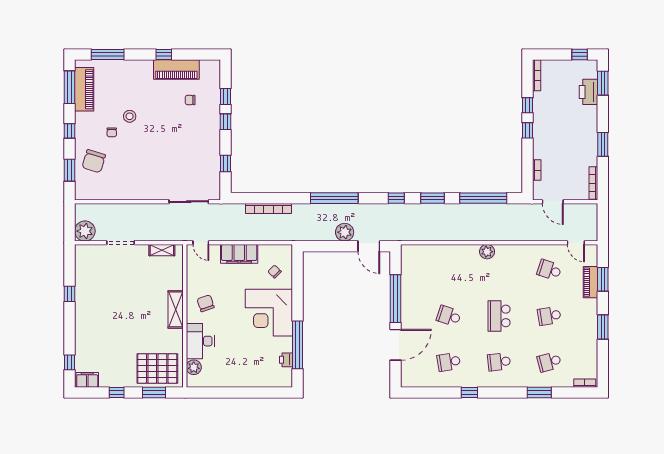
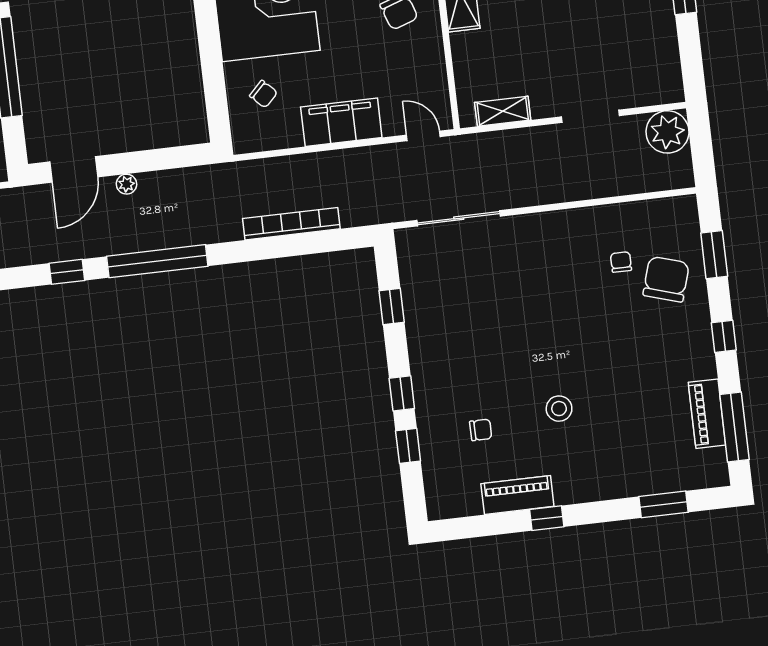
window: (108, 54) -> (664, 504), width x0.69
piano: (176, 69) -> (517, 495), width x0.73, depth x0.75
piano: (84, 89) -> (707, 414), width x0.73, depth x0.75
stool: (130, 116) -> (559, 409), moved
chair: (112, 132) -> (621, 262), moved
window: (396, 198) -> (67, 272), moved
plant: (345, 232) -> (127, 184), width x0.53, depth x0.53
door: (369, 246) -> (74, 169), swing flipped

